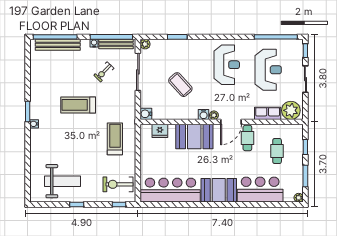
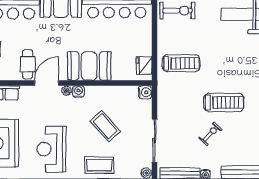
coffee table: (186, 51) -> (99, 165), added
exercise bike: (104, 72) -> (210, 134), moved
fridge: (160, 131) -> (144, 65), moved, turned -90
treadmill: (115, 139) -> (181, 63), turned -90

